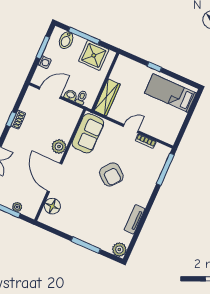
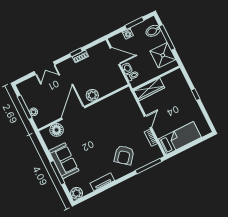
bed: (170, 93) -> (180, 138), moved, turned 90
door: (131, 129) -> (148, 122), hinge flipped
sofa: (88, 133) -> (64, 161), moved, turned -90
armchair: (111, 174) -> (124, 155), moved

